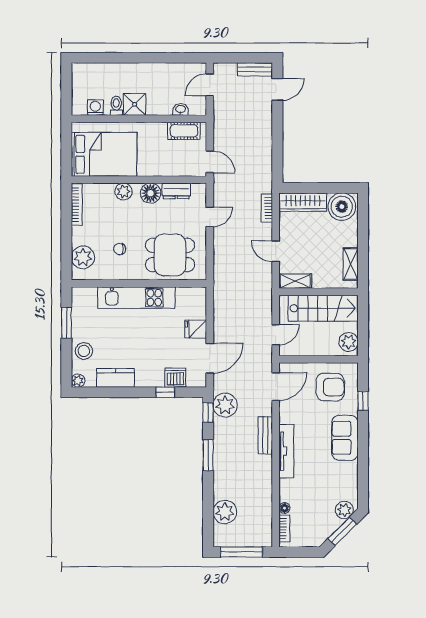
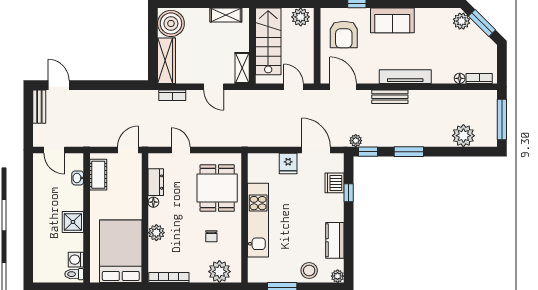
toilet: (116, 106) -> (74, 274), moved
floor lamp: (150, 193) -> (153, 202), width x0.53, depth x0.53
door: (276, 251) -> (214, 87), hinge flipped
armchair: (330, 387) -> (344, 35), turned 180
plant: (225, 405) -> (356, 141), width x0.53, depth x0.53

